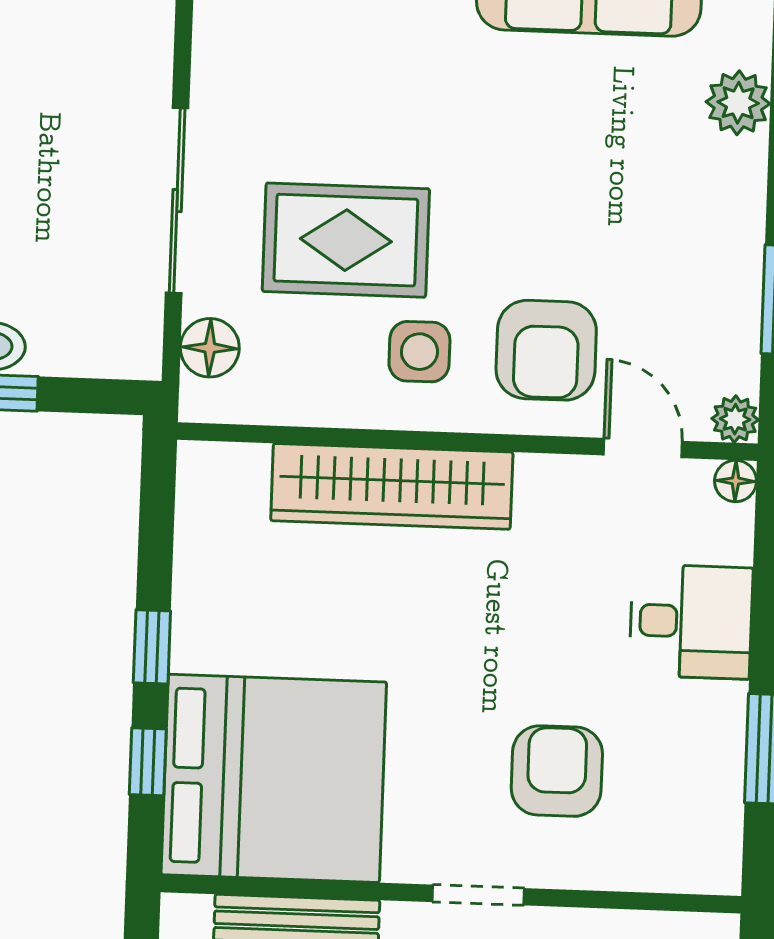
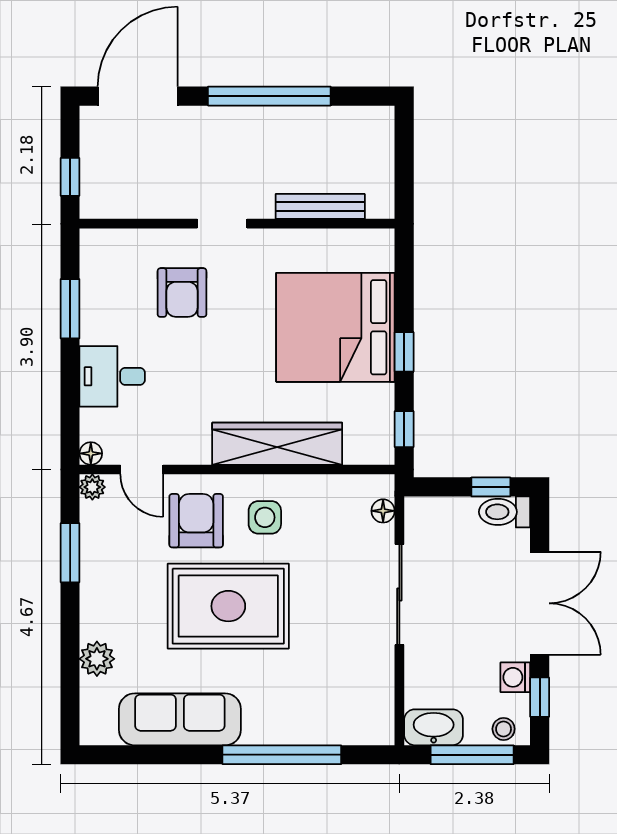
rug: (346, 240) -> (228, 606), moved, width x1.37, depth x1.44
floor lamp: (210, 348) -> (383, 511), width x0.73, depth x0.73
window: (148, 762) -> (404, 429), moved
bed: (274, 778) -> (335, 327), moved

